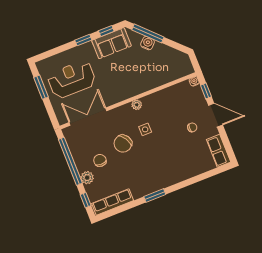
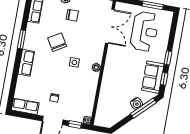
chair: (123, 144) -> (57, 42), moved
row of seats: (175, 177) -> (26, 63), added

